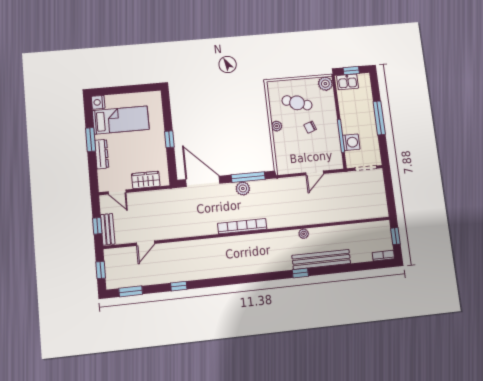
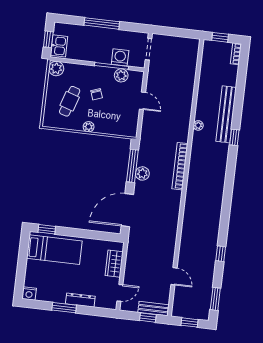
bed: (121, 120) -> (54, 250), moved, turned 90
window: (169, 139) -> (47, 229), moved
plant: (334, 147) -> (121, 75), added
bookcase: (242, 226) -> (180, 166), moved

